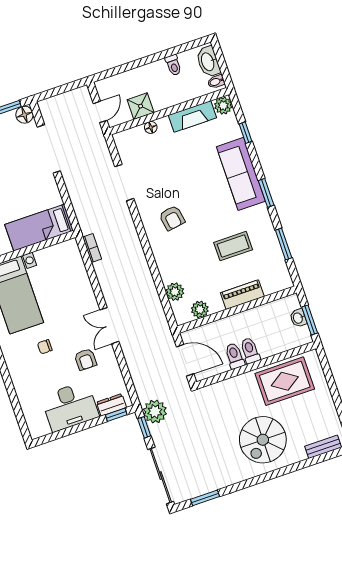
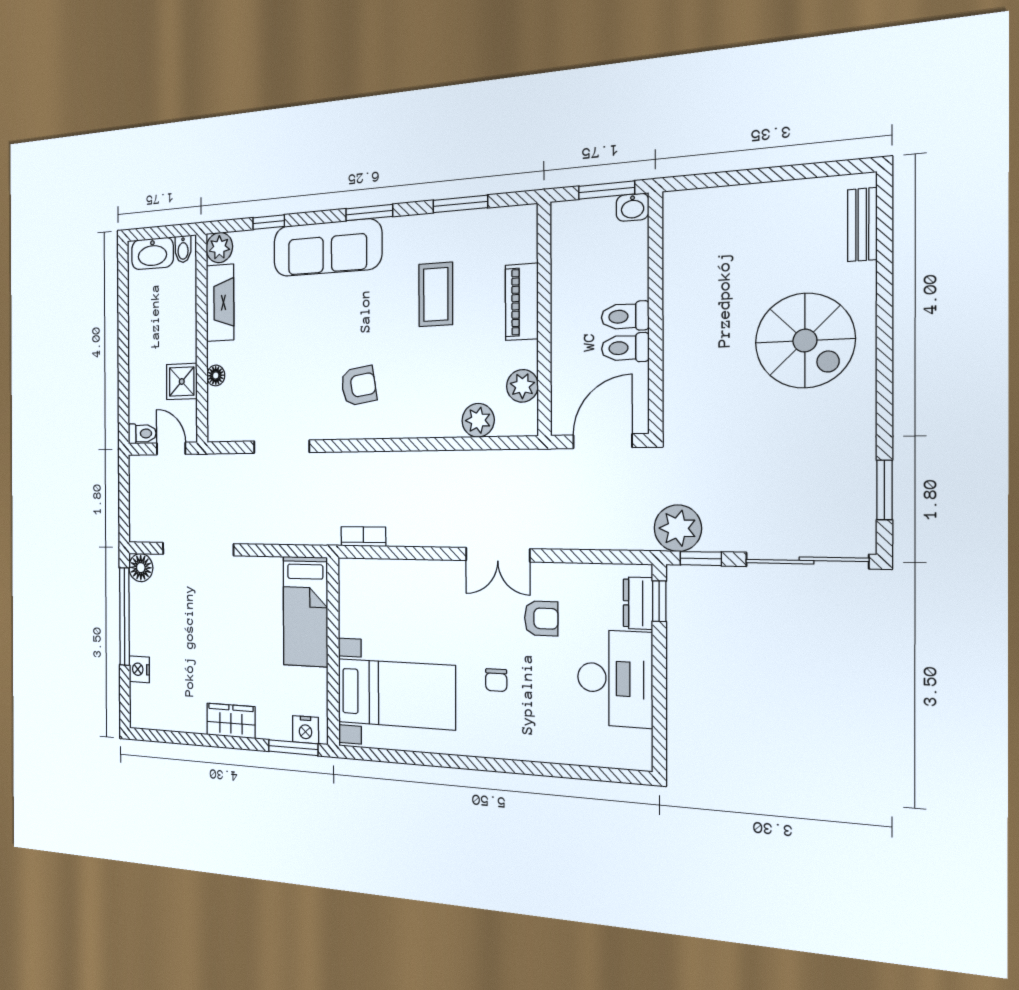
toilet: (173, 65) -> (142, 434), moved
washbasin: (298, 318) -> (633, 207), moved
rug: (285, 381) -> (704, 267), removed

